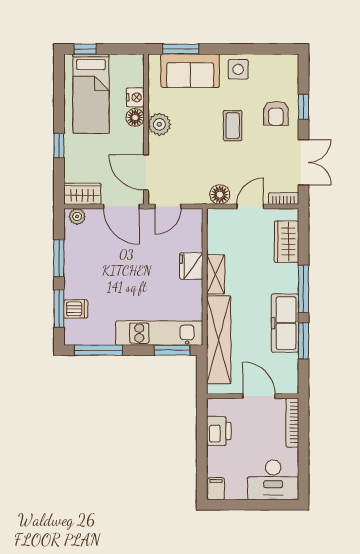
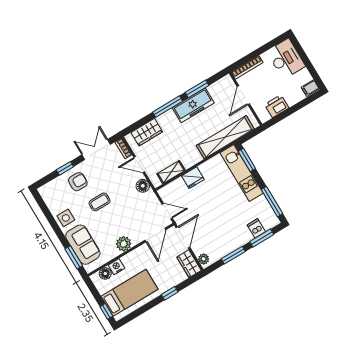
floor lamp: (135, 117) -> (105, 273), moved
shelving: (216, 274) -> (171, 172), moved

